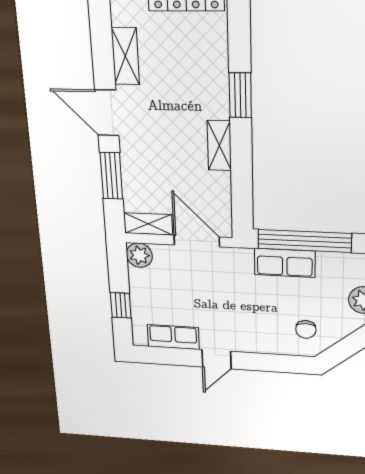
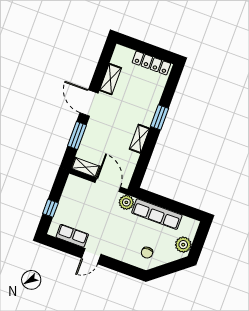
window: (305, 241) -> (164, 202), removed
plant: (139, 255) -> (126, 202), moved
row of seats: (285, 263) -> (157, 214), width x1.48

